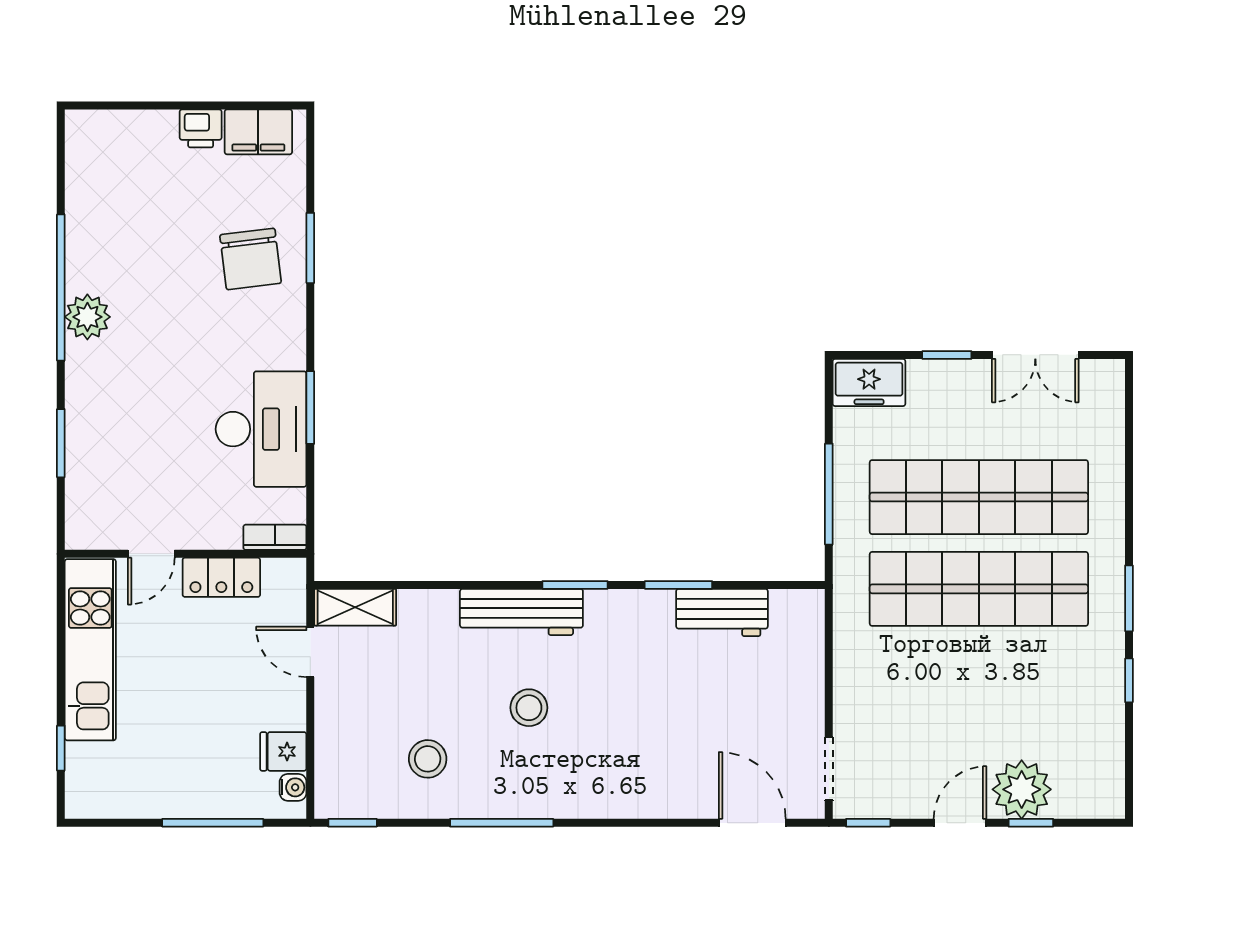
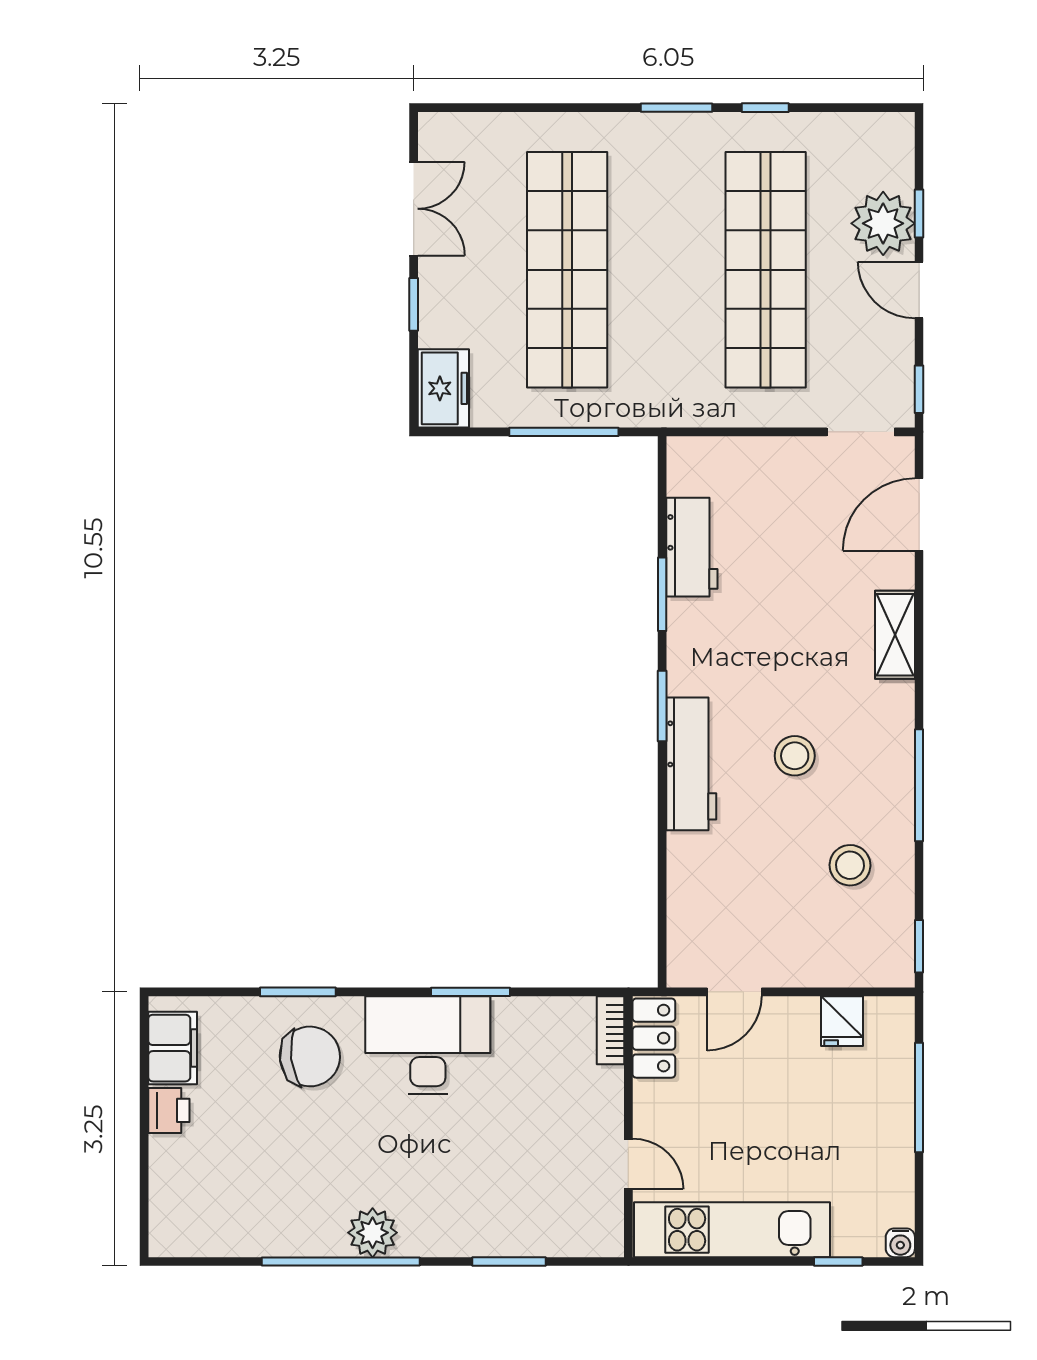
desk: (261, 429) -> (428, 1045), moved
locker: (221, 577) -> (654, 1038), moved
shop shelf: (979, 589) -> (766, 270), moved
shelving: (355, 607) -> (895, 635), moved
water cooler: (293, 787) -> (900, 1243), moved, turned 180

